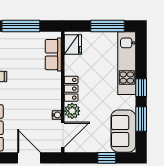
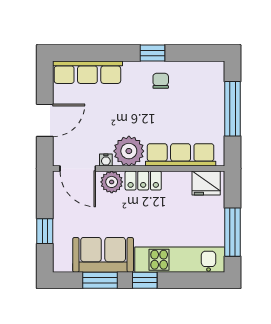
row of seats: (53, 55) -> (181, 155), width x1.48
plant: (50, 99) -> (129, 151), added
sofa: (123, 131) -> (103, 255), moved

